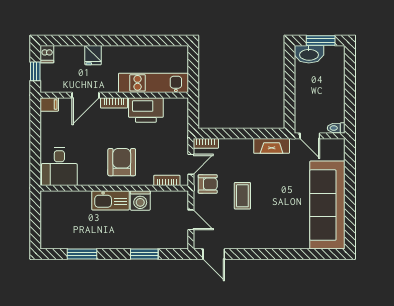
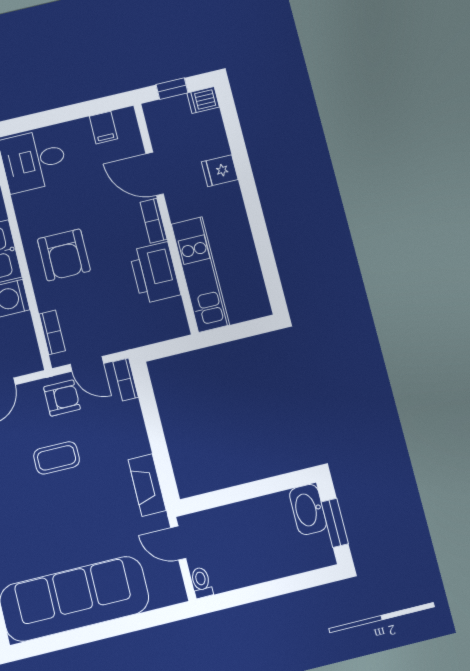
filing cabinet: (49, 104) -> (103, 128), moved
door: (310, 136) -> (178, 543), hinge flipped
armchair: (122, 162) -> (64, 255), turned 90
armchair: (208, 184) -> (62, 398), turned -90

